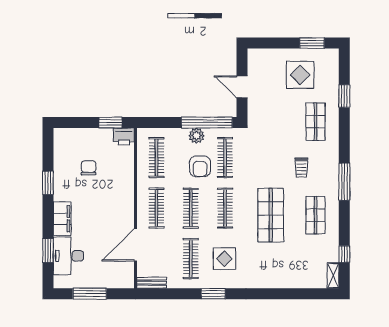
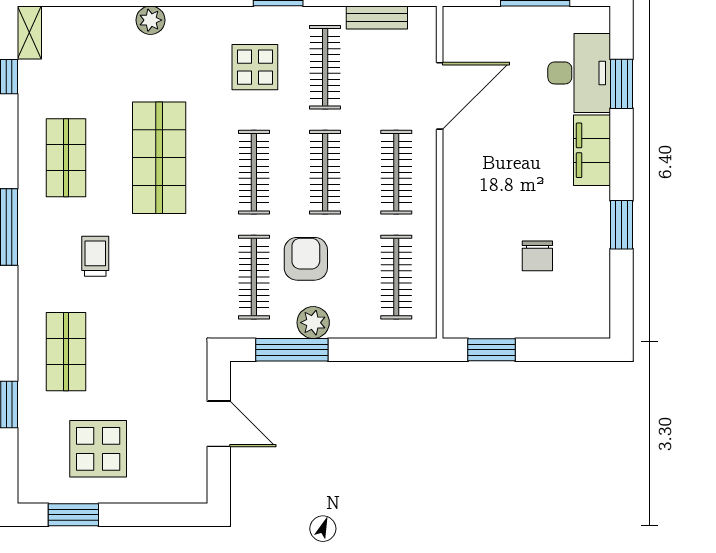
window: (207, 123) -> (292, 350), width x0.68
printer: (124, 137) -> (464, 321), removed
plant: (275, 281) -> (150, 20), added
bench: (152, 283) -> (377, 17), moved

